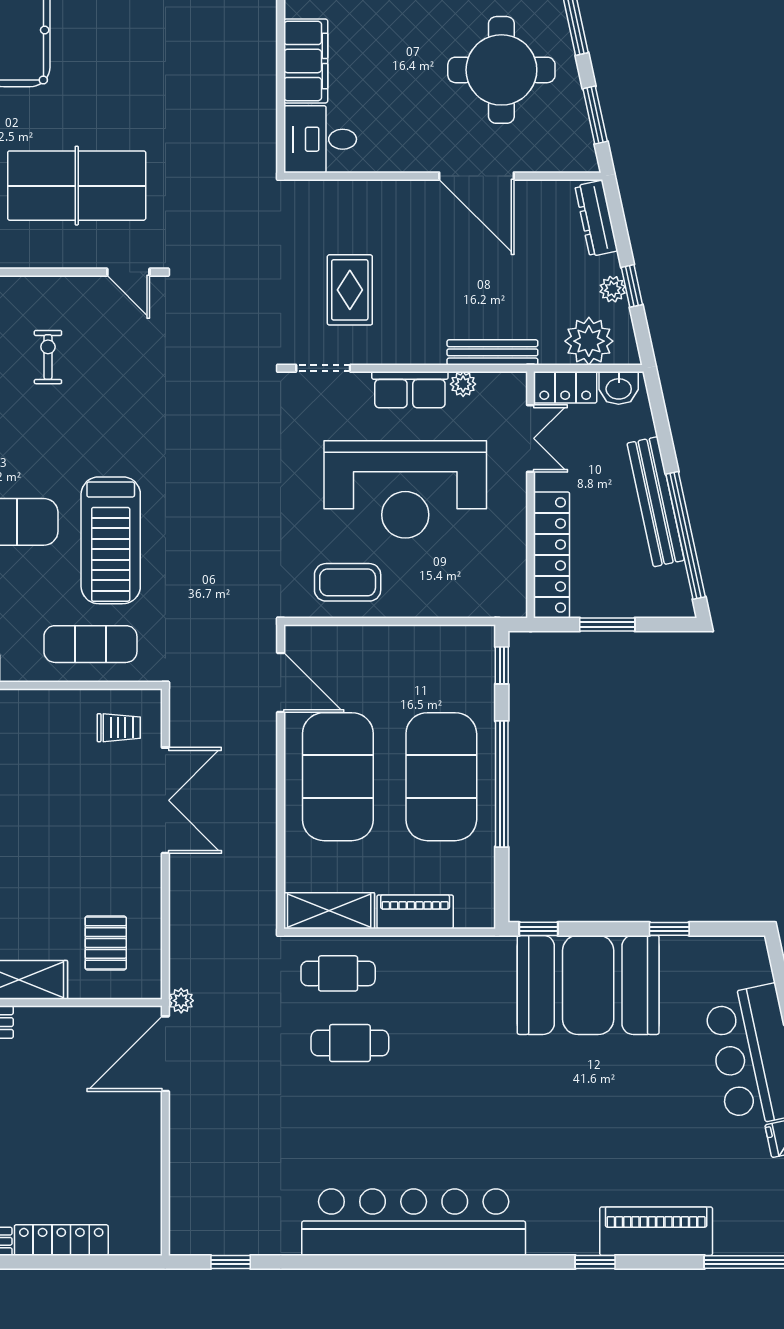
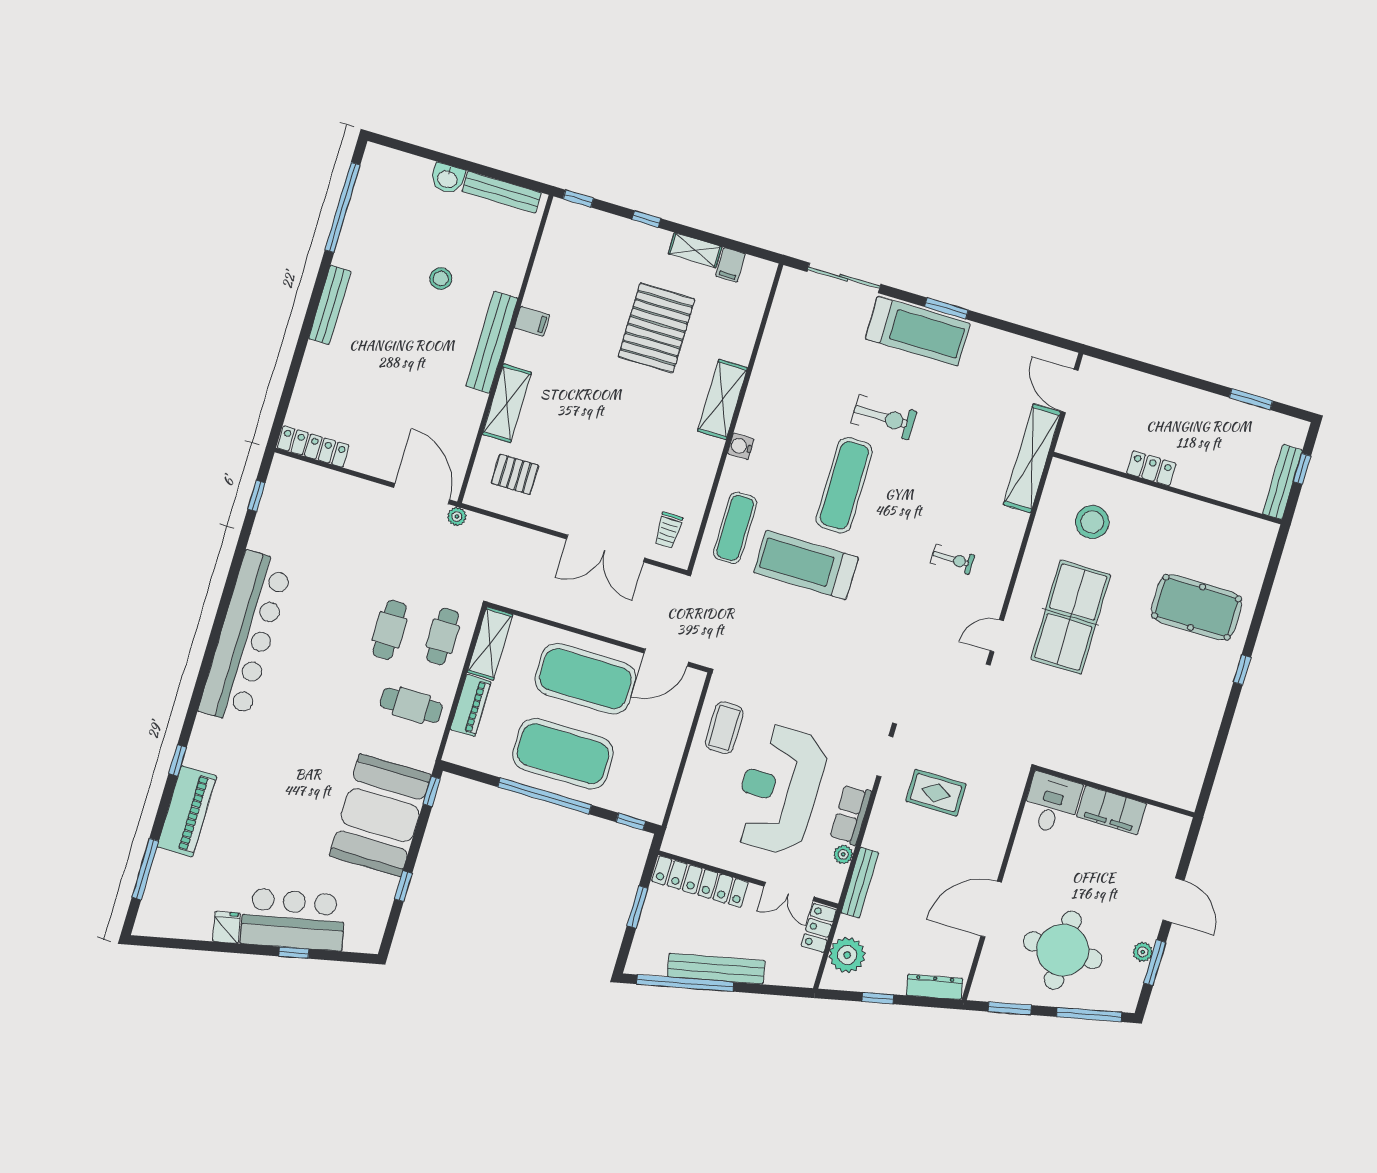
plant: (613, 289) -> (880, 983), removed
washbasin: (619, 388) -> (807, 966), removed
cafe table: (437, 987) -> (411, 705), added
locker: (61, 1240) -> (313, 447), moved, turned -90

